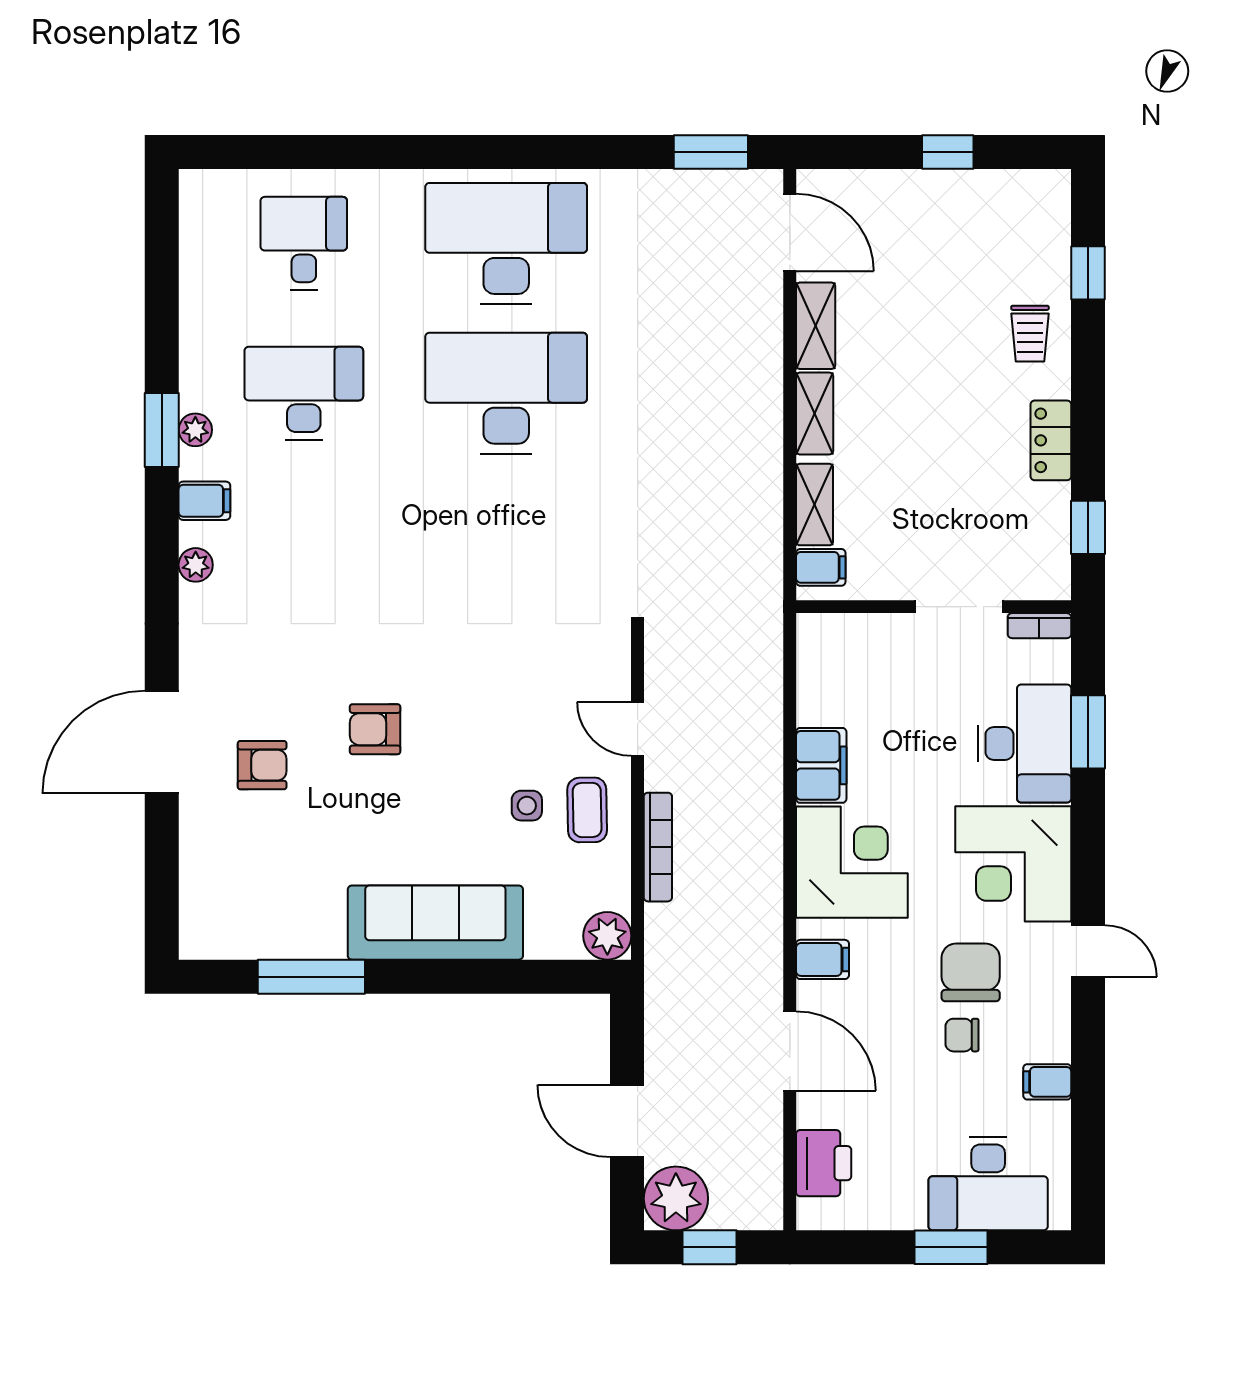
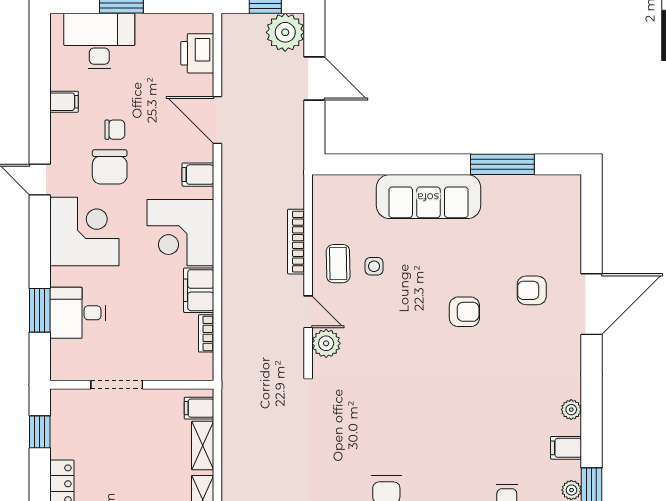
bookcase: (1039, 626) -> (206, 333), moved, turned -90
desk: (1025, 743) -> (78, 313), width x0.73
plant: (607, 936) -> (326, 343), moved

